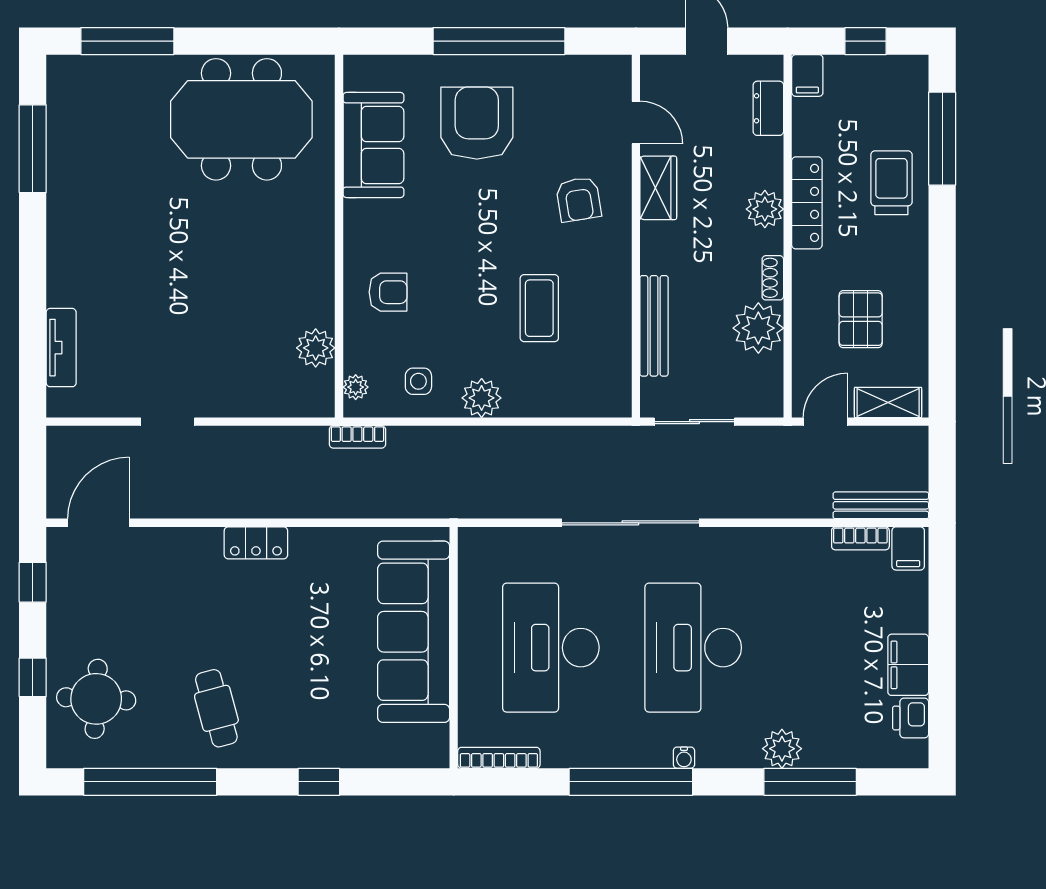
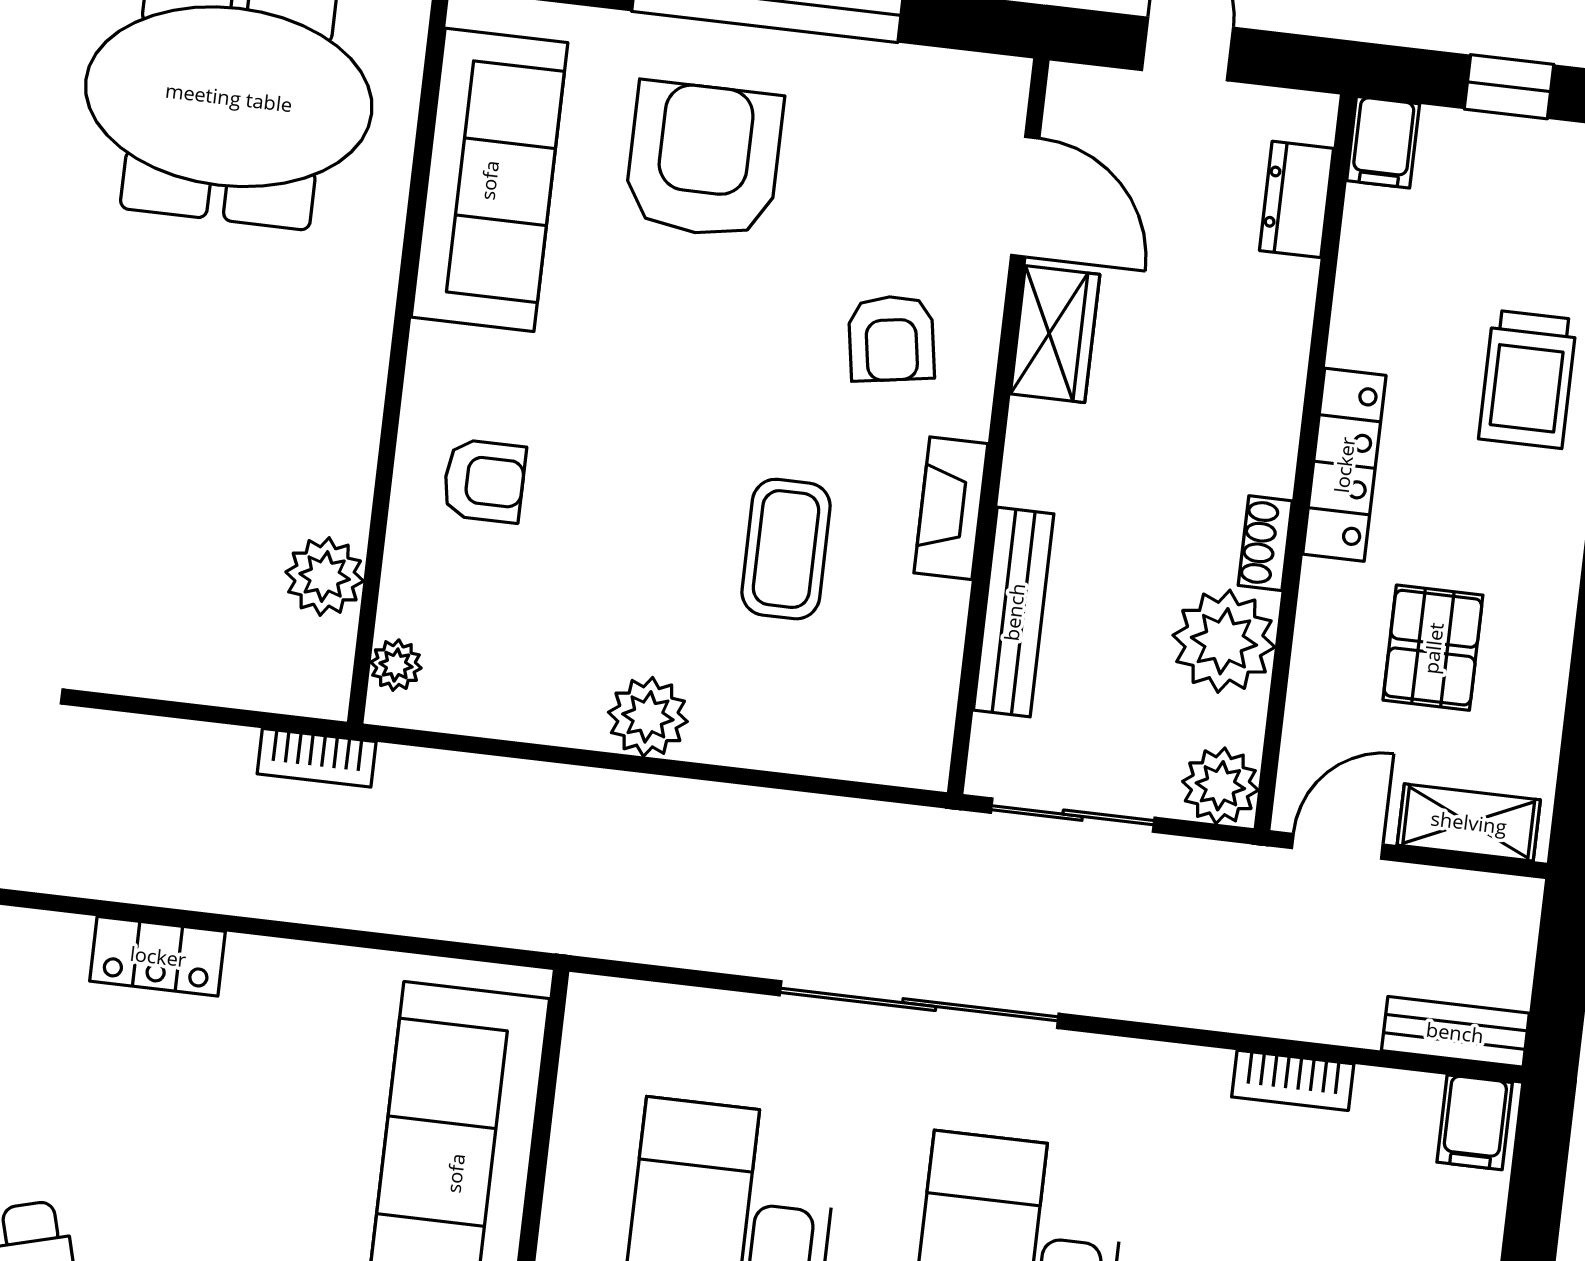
door: (636, 123) -> (1025, 197), width x1.38
sofa: (373, 145) -> (489, 180), width x1.36
trolley: (891, 183) -> (1528, 379), turned 180
locker: (807, 203) -> (1344, 465), moved
plant: (765, 209) -> (1220, 786), moved
fireplace: (617, 279) -> (951, 508), added
side table: (418, 381) -> (524, 668), removed
bookcase: (357, 437) -> (317, 758), moved
bench: (881, 505) -> (1455, 1032), width x0.73
bookcase: (860, 538) -> (1293, 1080), moved

